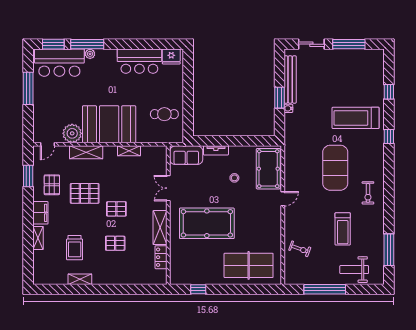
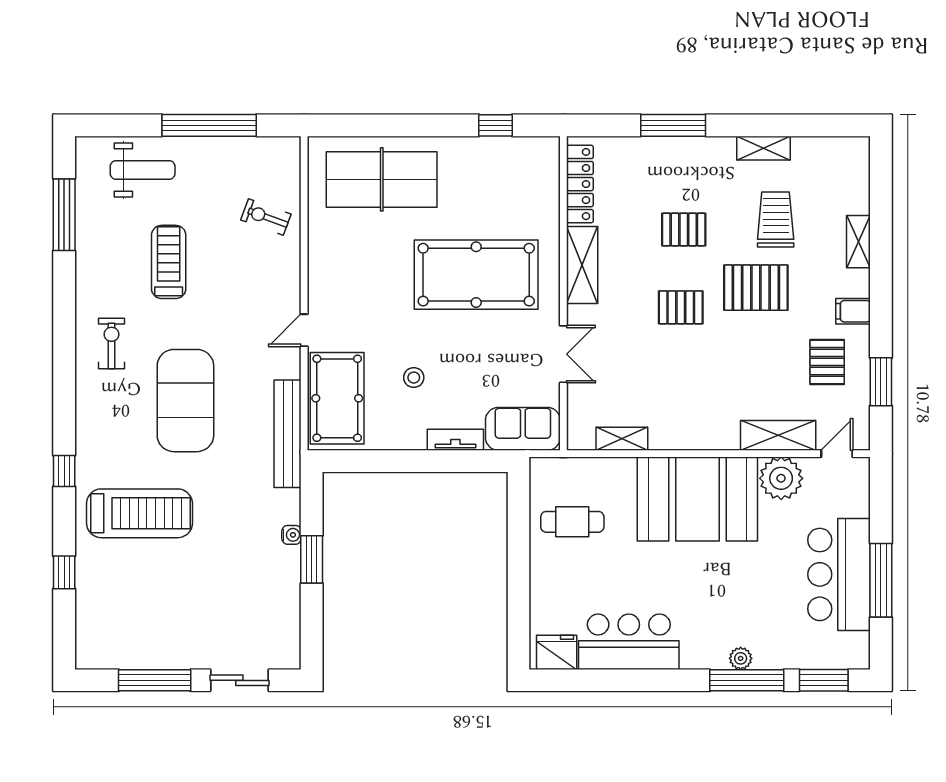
bar counter: (59, 63) -> (839, 574), moved, turned -90
bench: (290, 79) -> (288, 434), moved
shelving: (129, 151) -> (622, 439), moved
shelving: (86, 152) -> (778, 435), moved
pallet: (85, 193) -> (756, 288), moved
filing cabinet: (40, 213) -> (853, 311), width x0.50
locker: (161, 257) -> (580, 184), width x1.53
window: (120, 289) -> (673, 125), added

